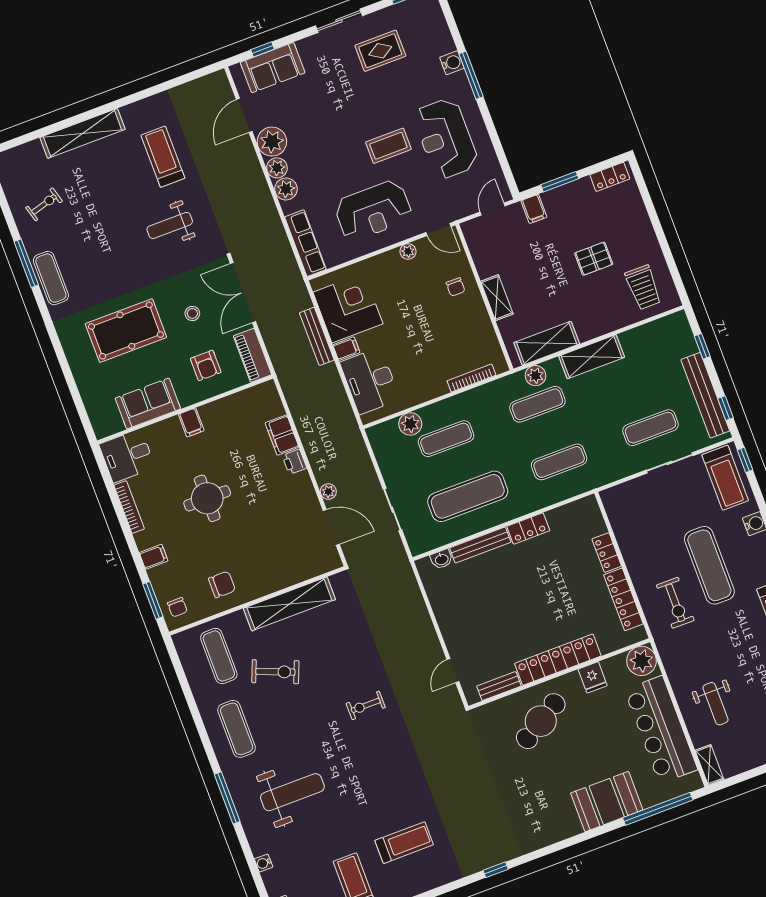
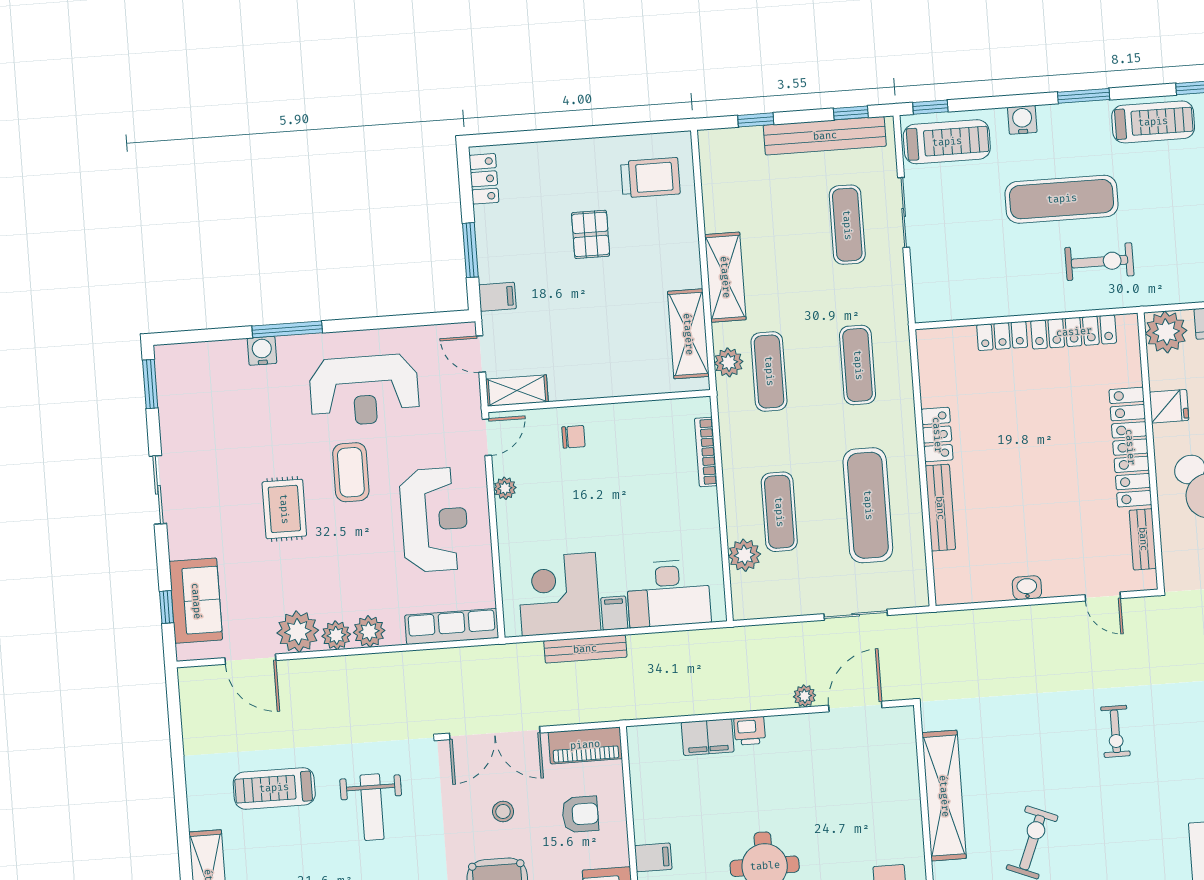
rug: (380, 51) -> (284, 509), moved
shelving: (497, 298) -> (517, 391), moved
washbasin: (442, 559) -> (1027, 588), moved, turned -90

